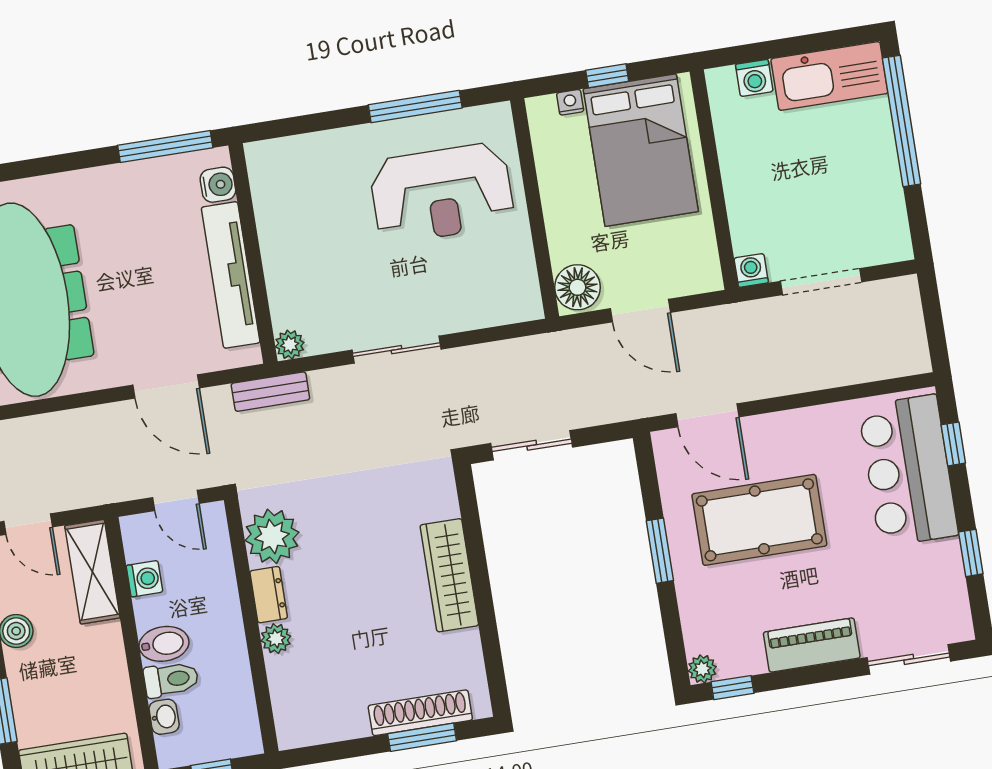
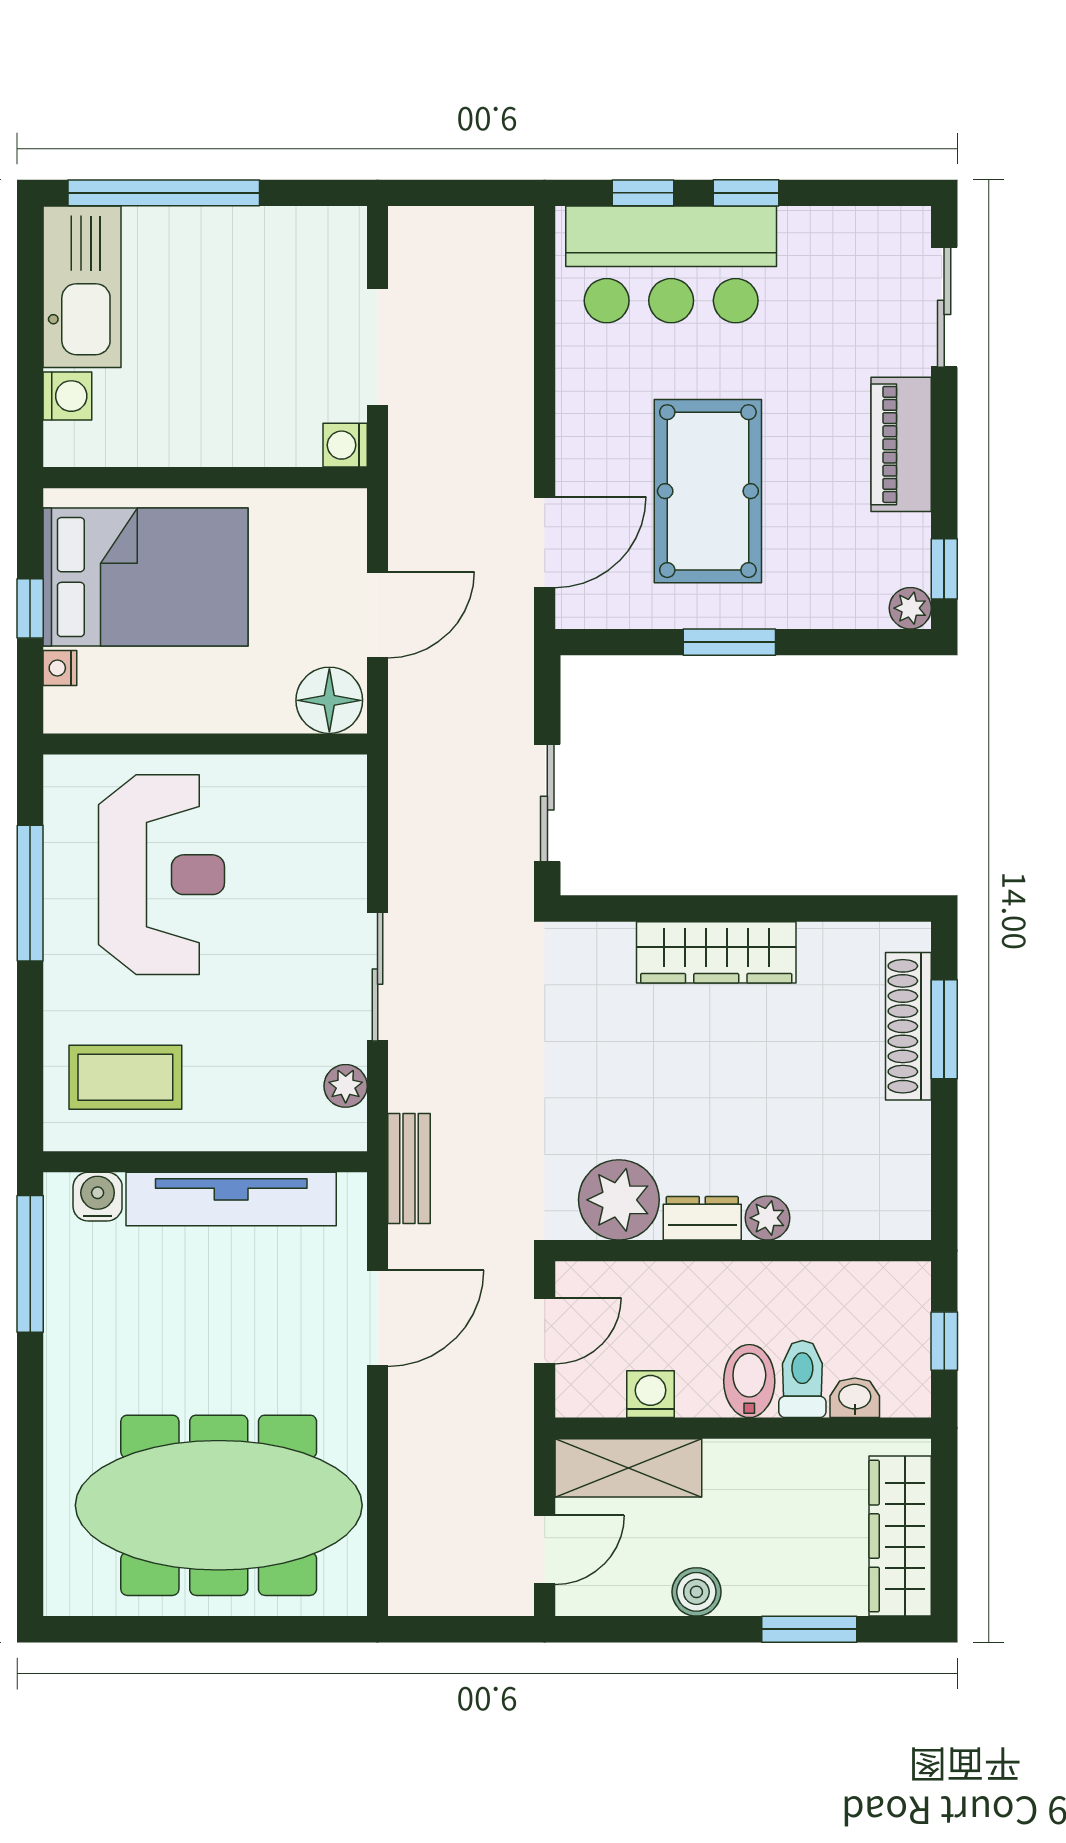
coffee table: (301, 191) -> (125, 1077), added
plant: (290, 345) -> (346, 1086), moved
window: (971, 553) -> (746, 193), moved

